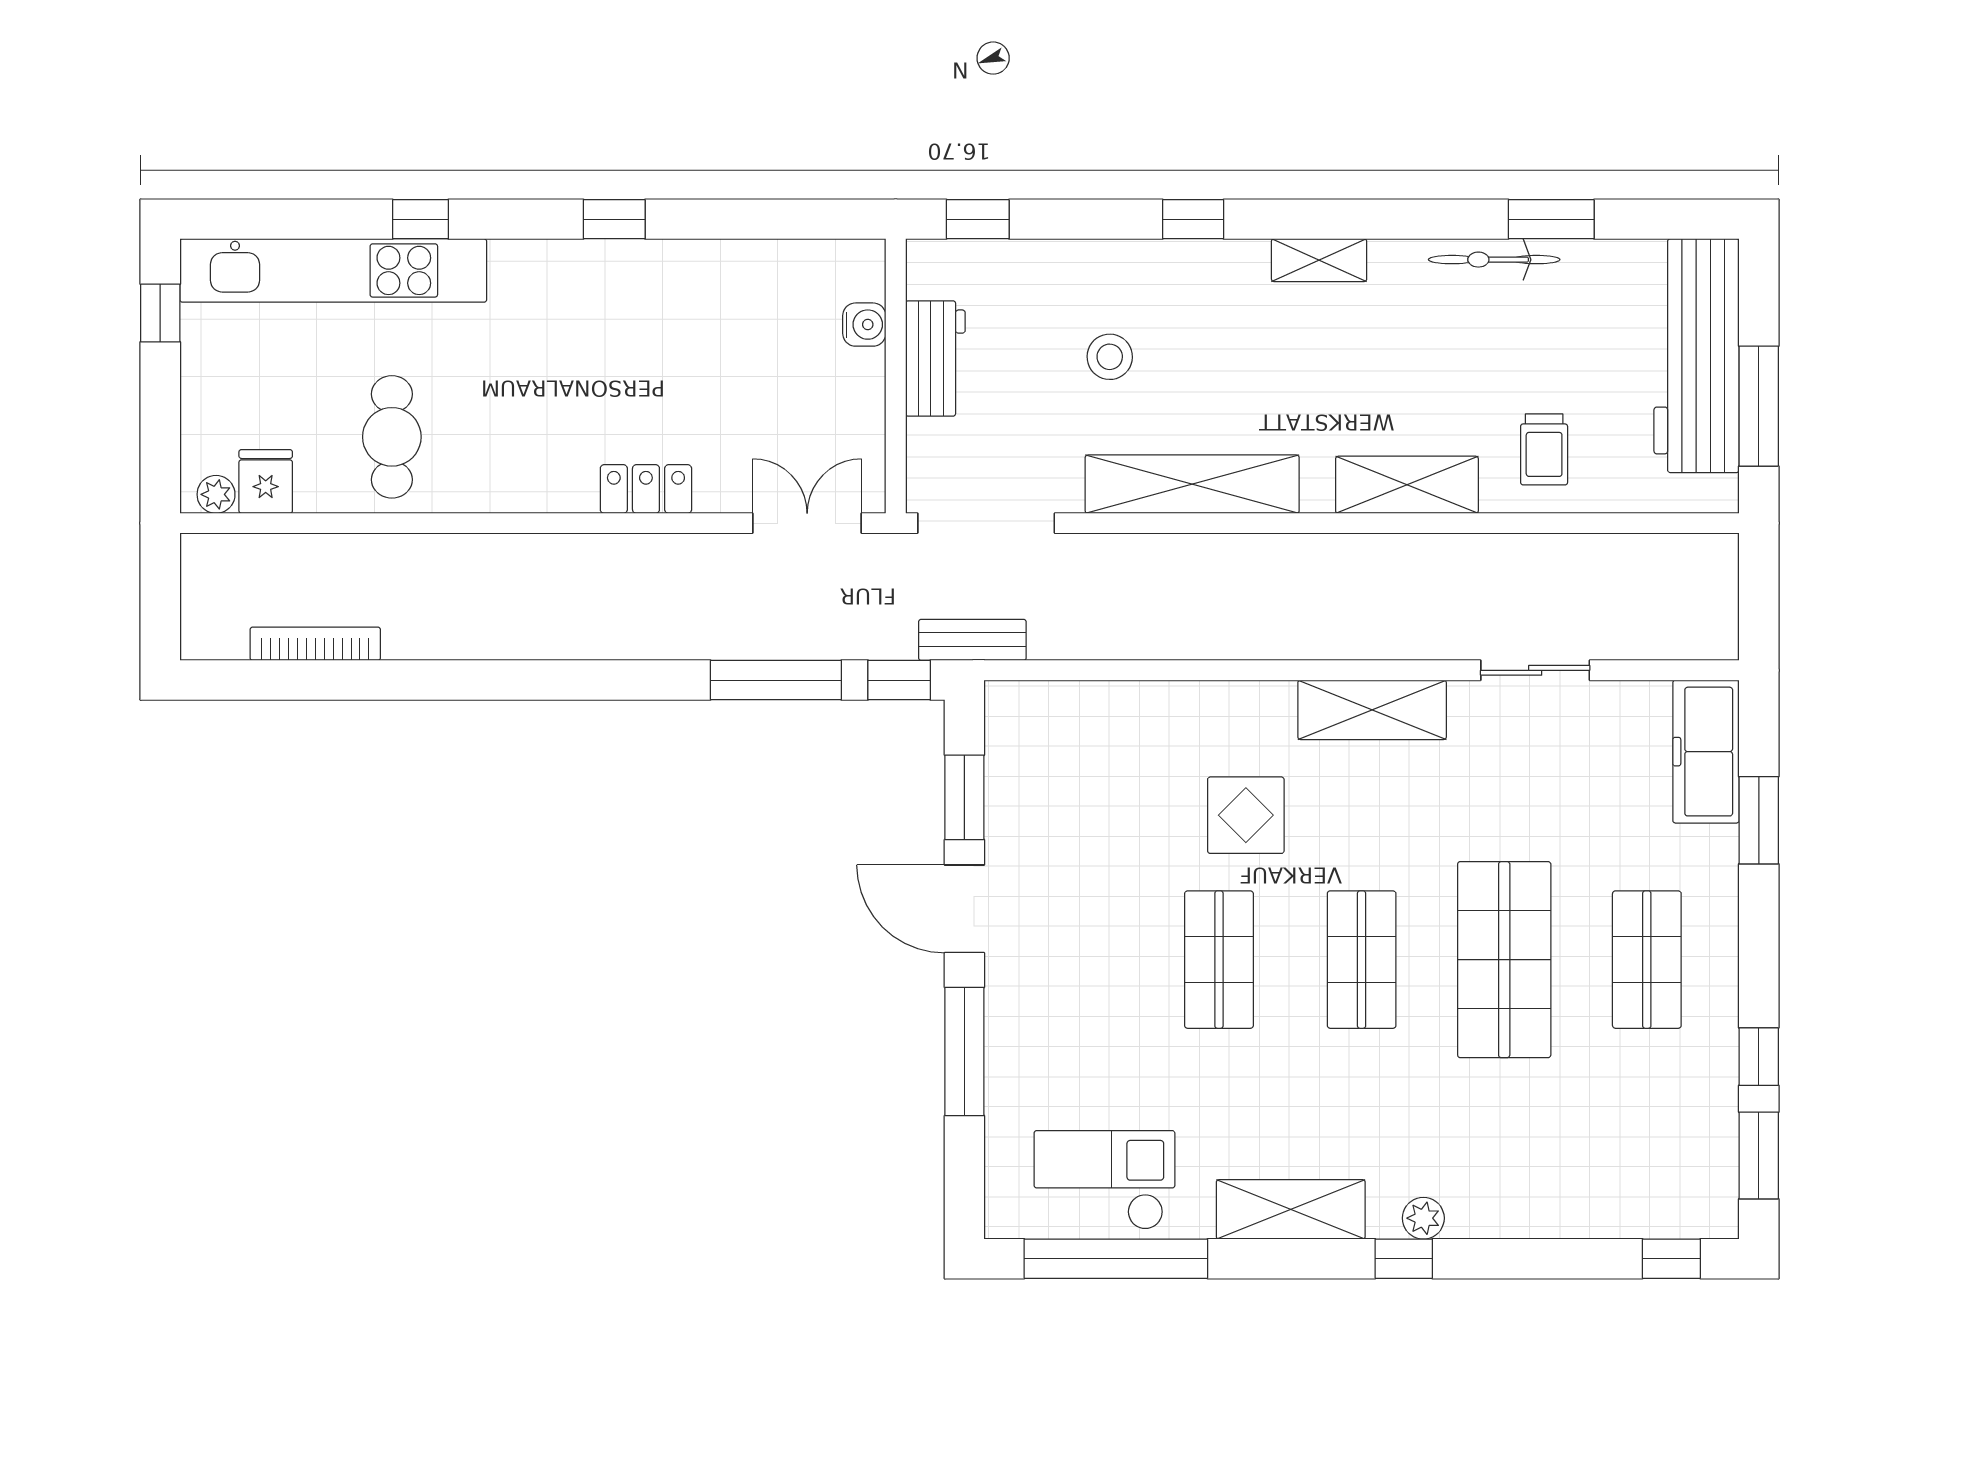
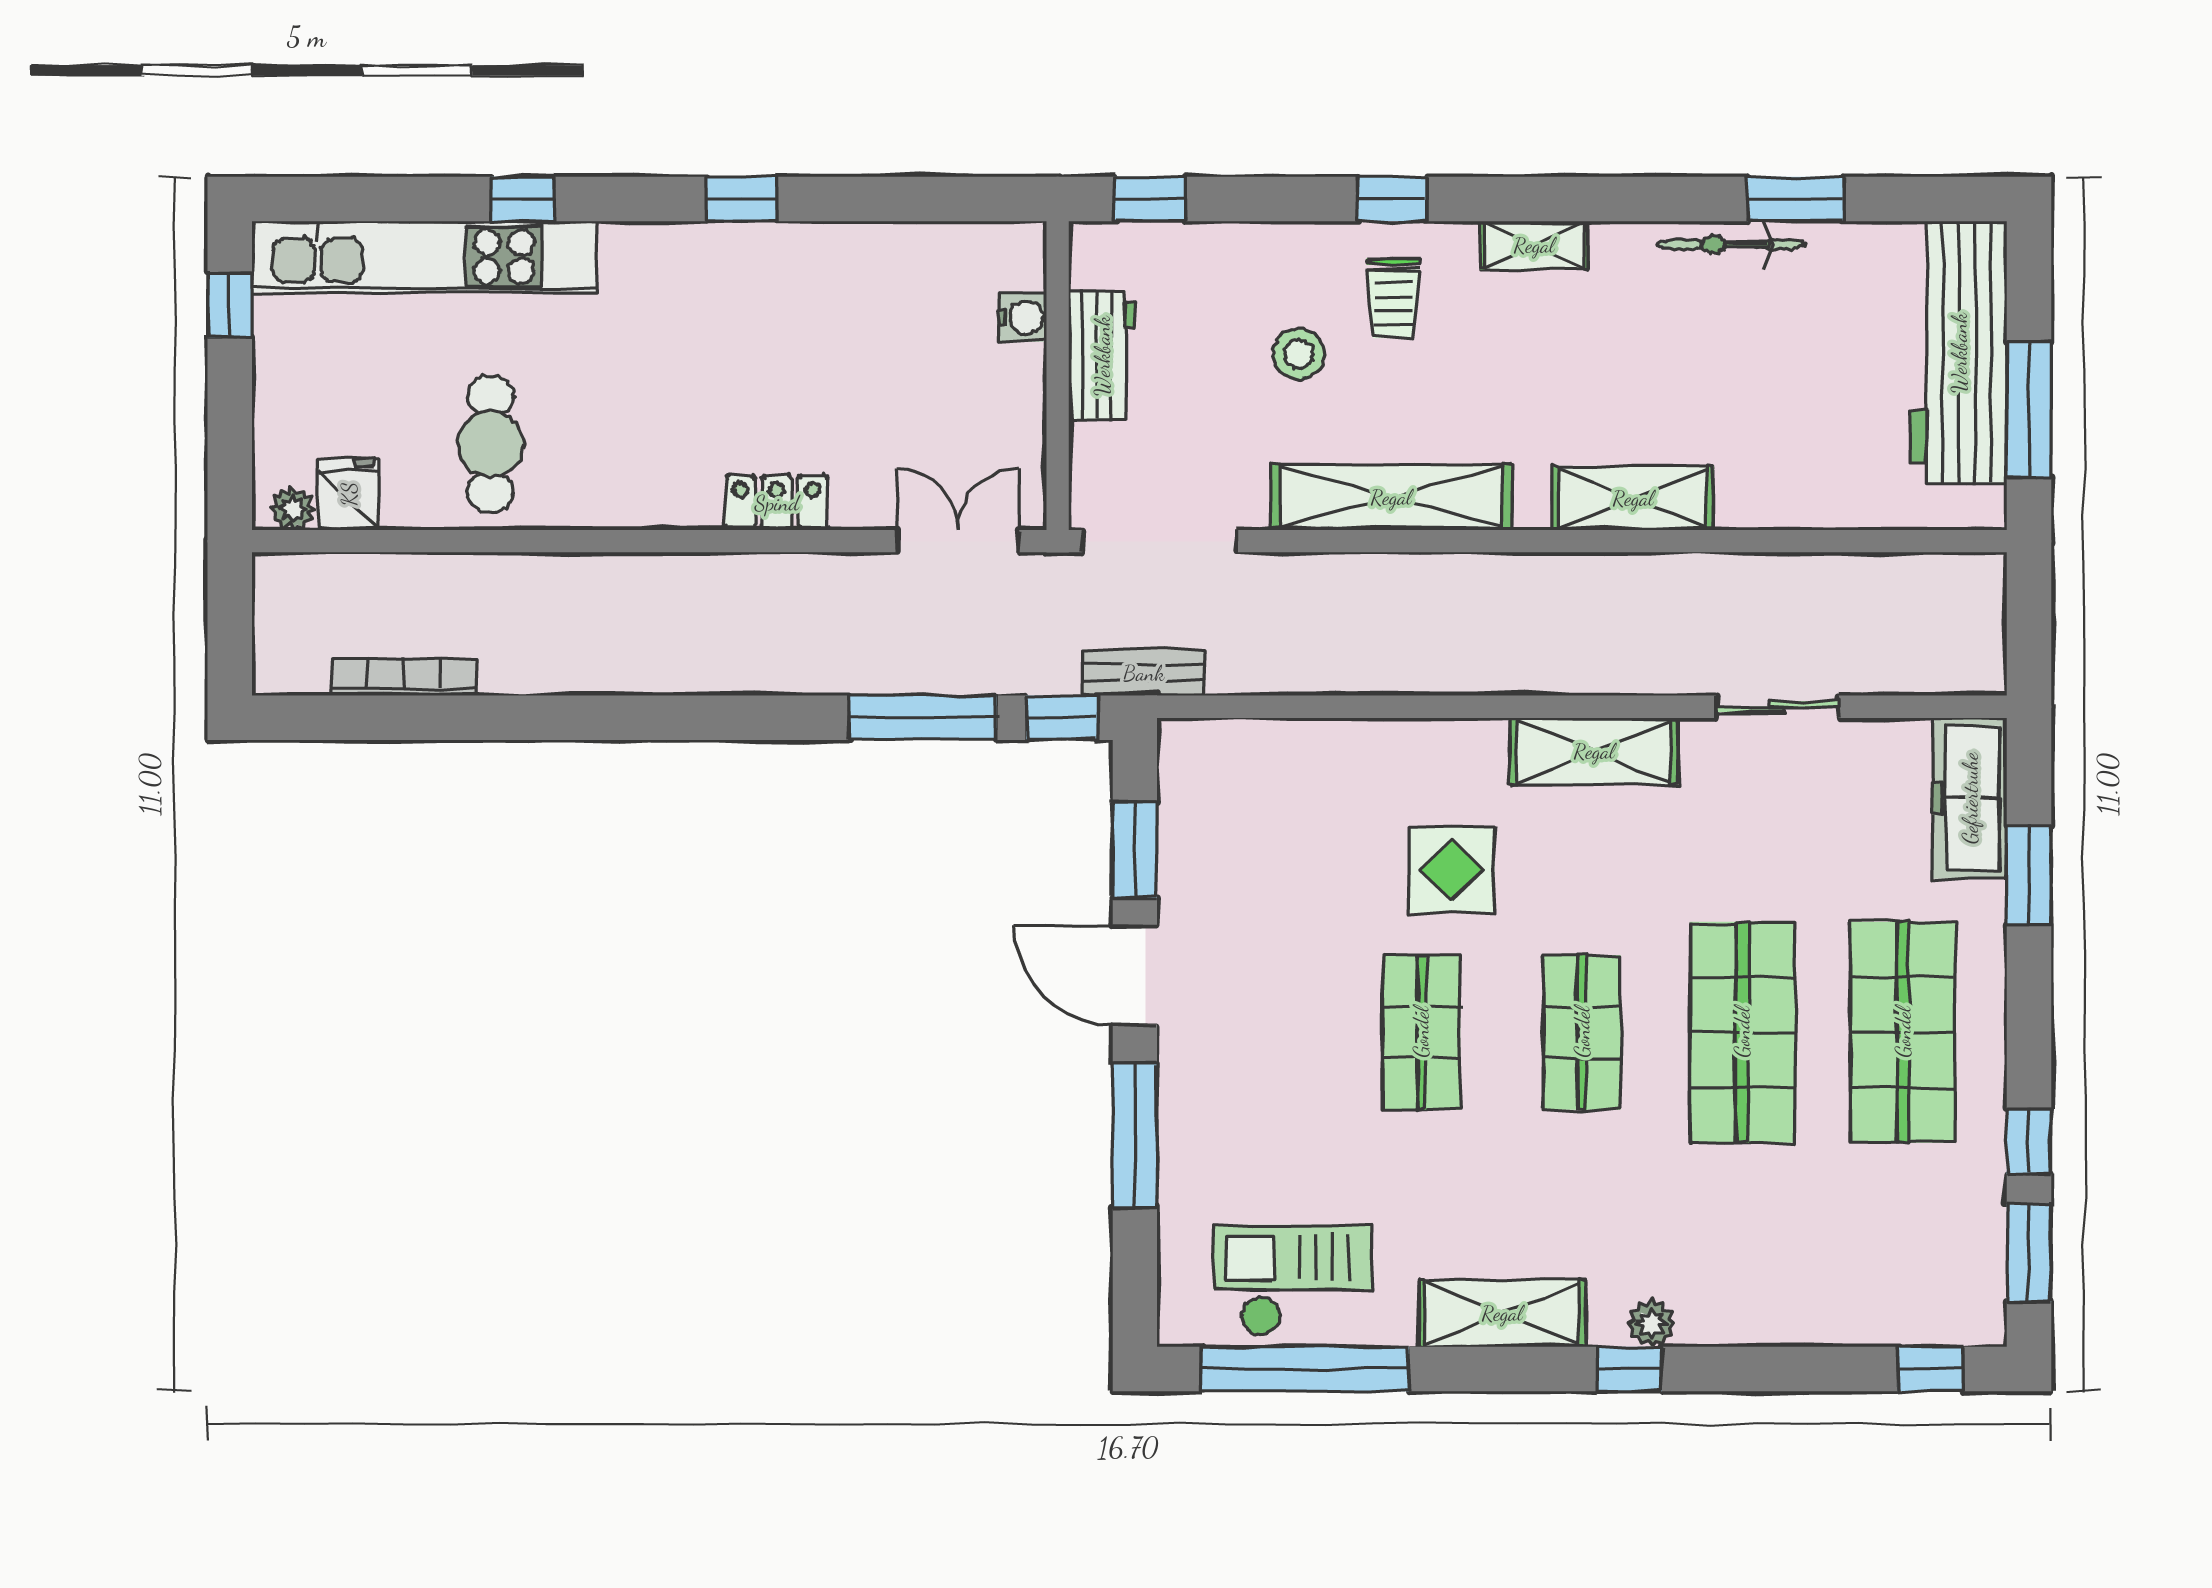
trolley: (1544, 449) -> (1393, 298), moved
shop shelf: (1647, 960) -> (1903, 1032), width x1.43, depth x1.36

